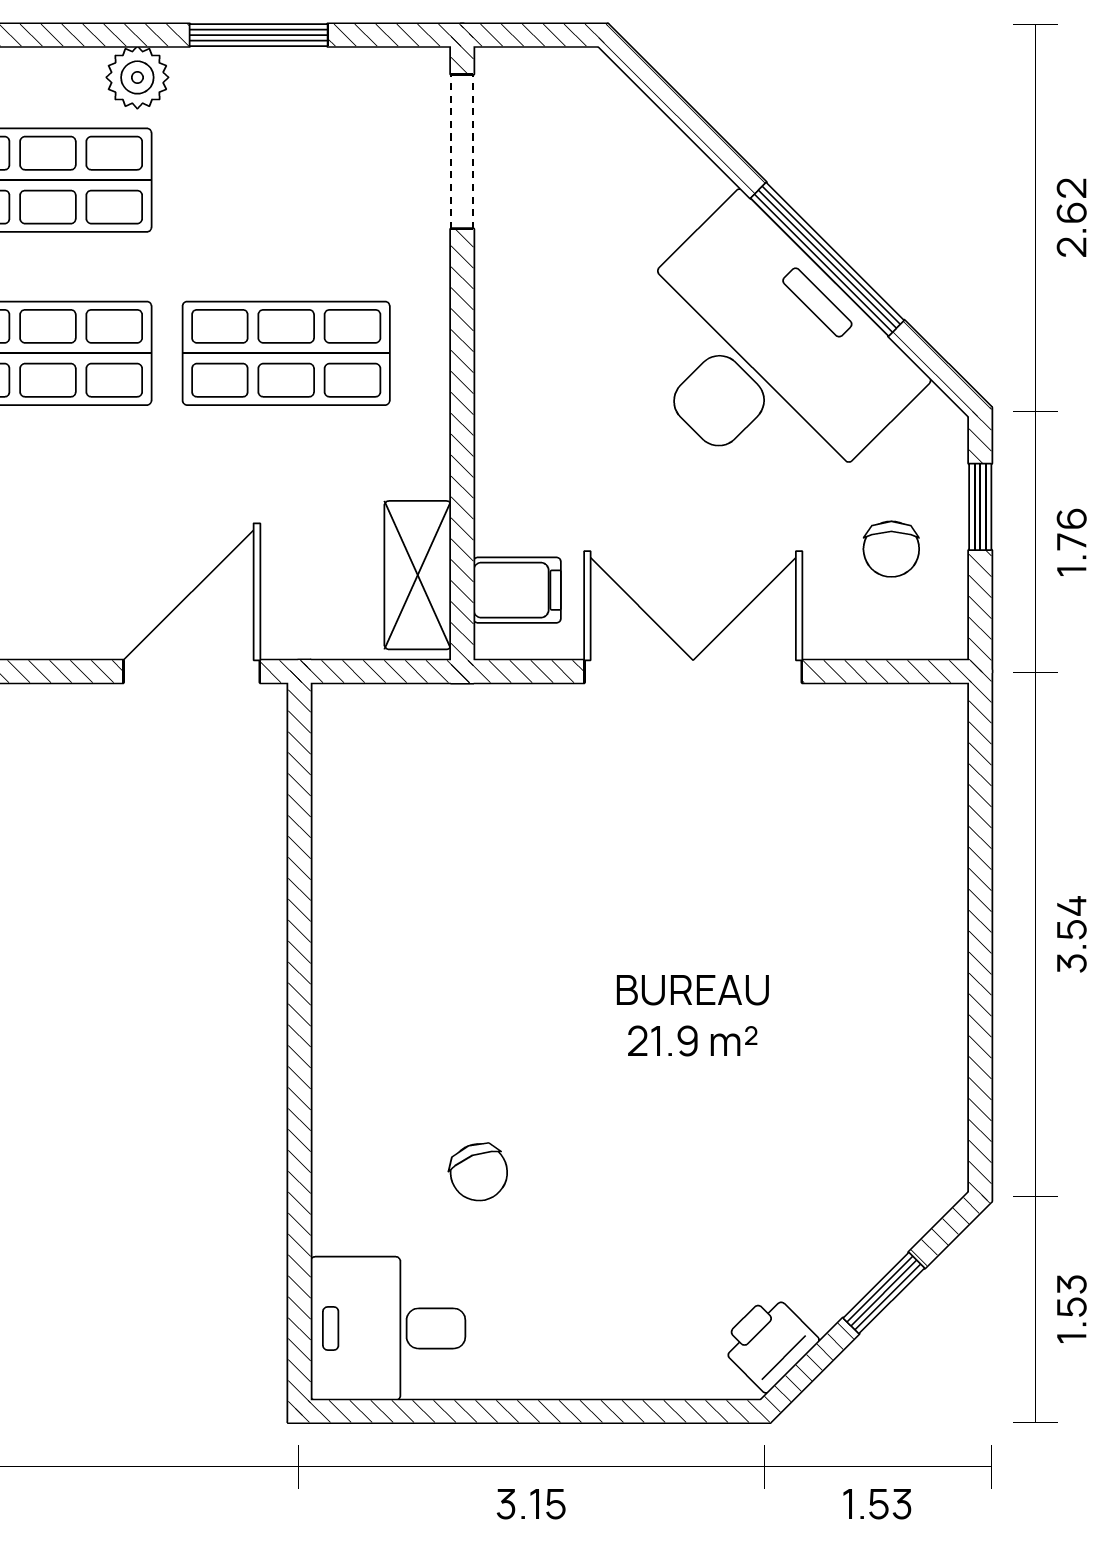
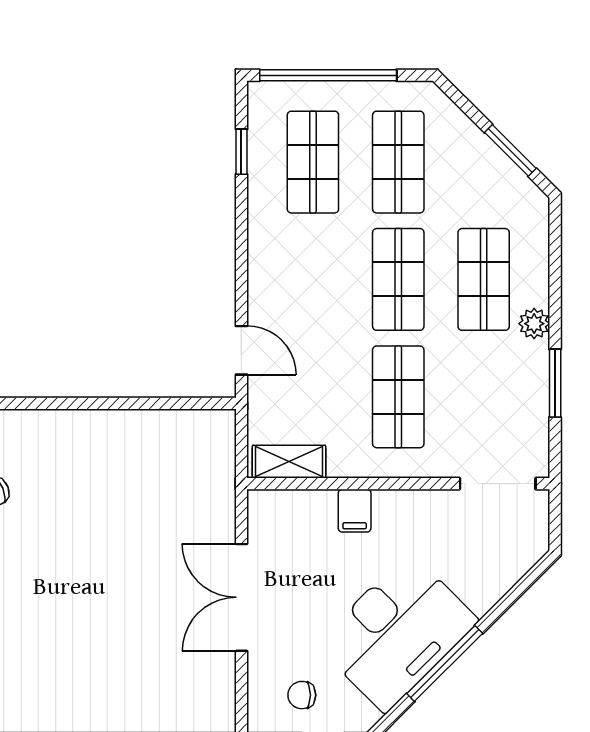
filing cabinet: (517, 590) -> (355, 511), moved
door: (192, 671) -> (241, 350), width x0.73
double door: (693, 671) -> (241, 597), swing flipped

